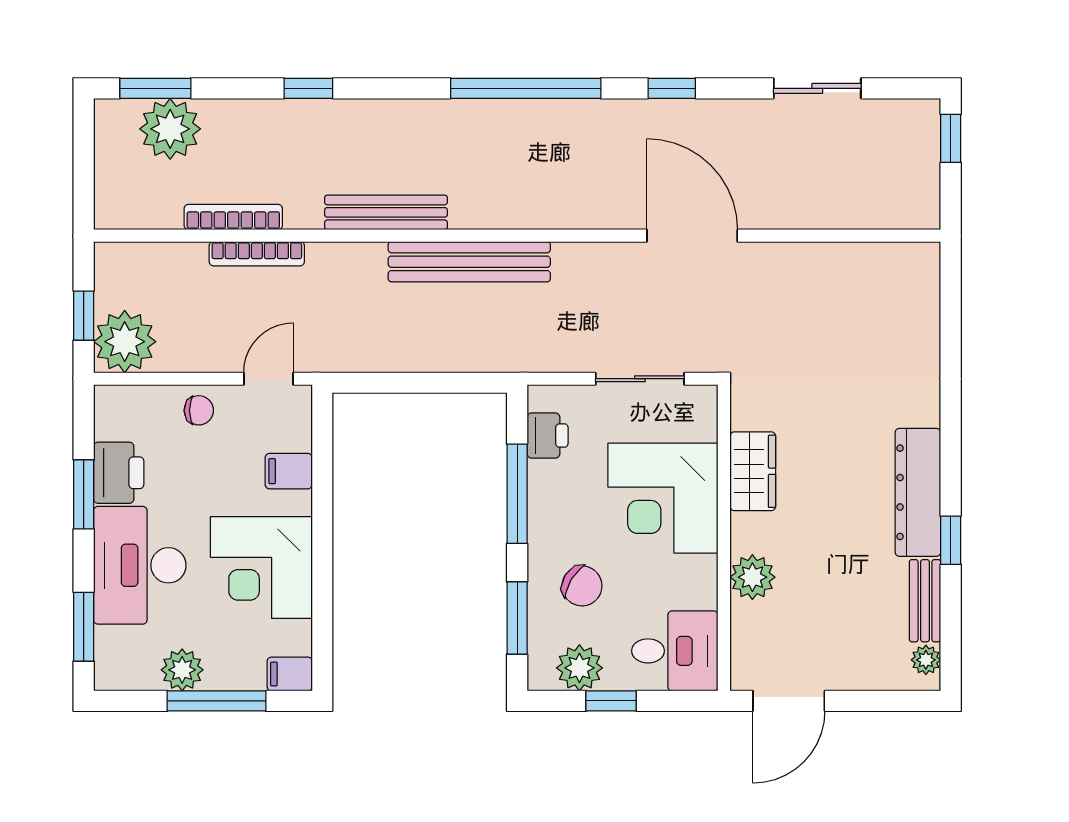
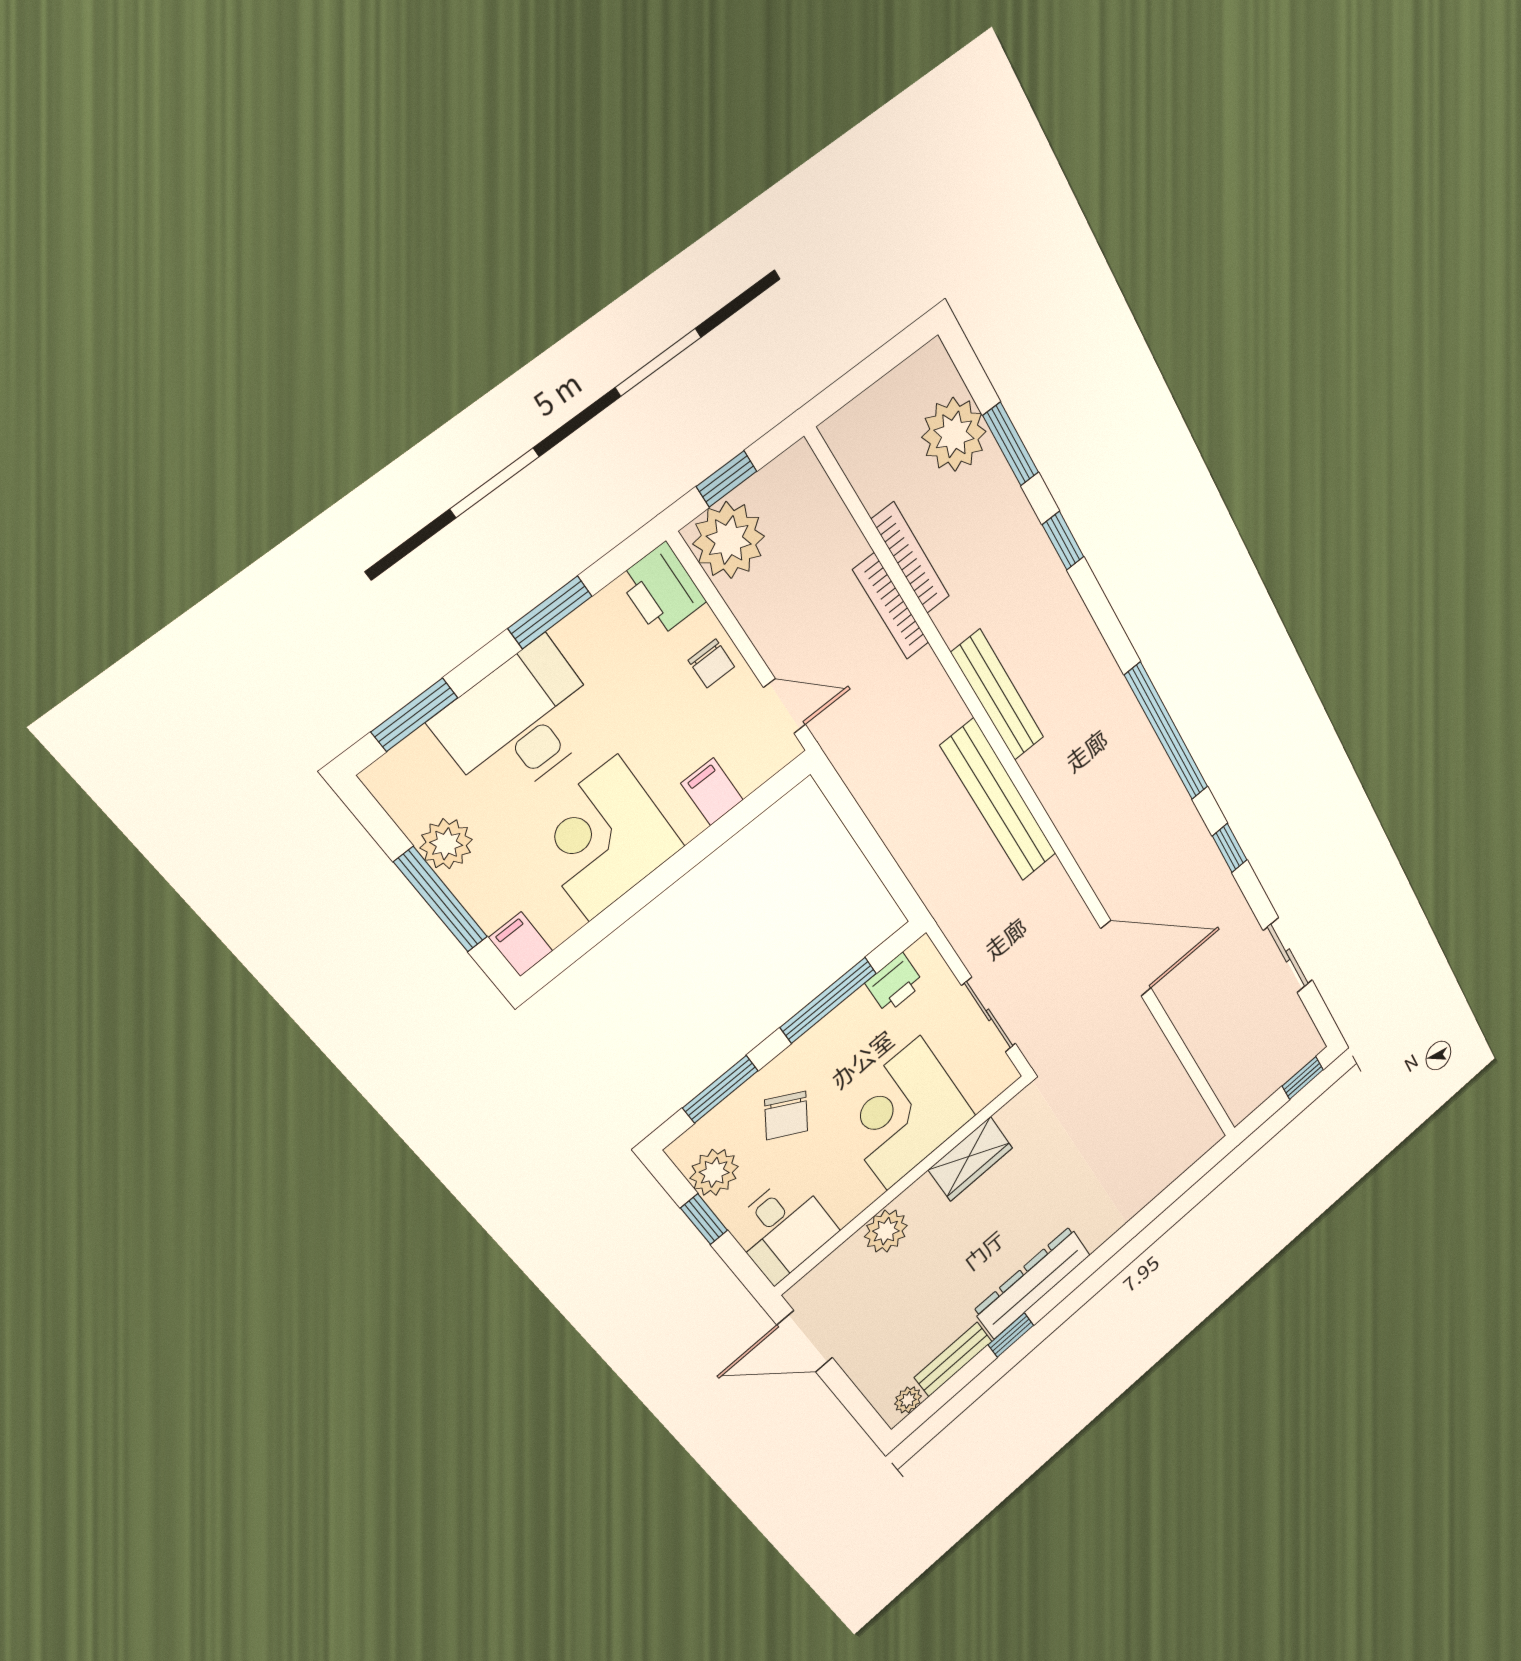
window: (155, 88) -> (1011, 444), moved
door: (692, 236) -> (1126, 958), hinge flipped
printer: (119, 473) -> (662, 590), moved, turned 90

